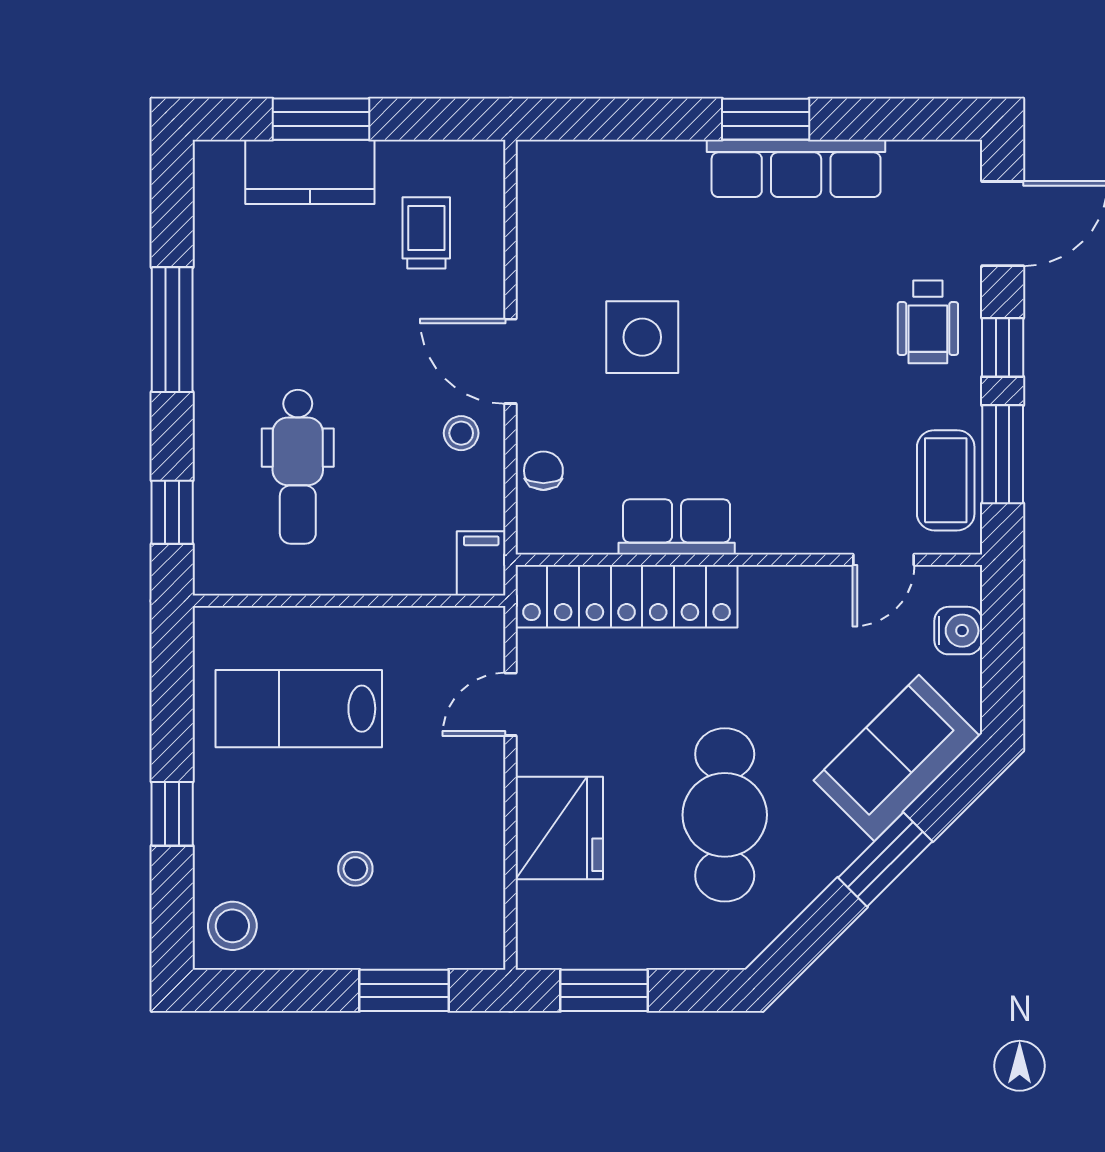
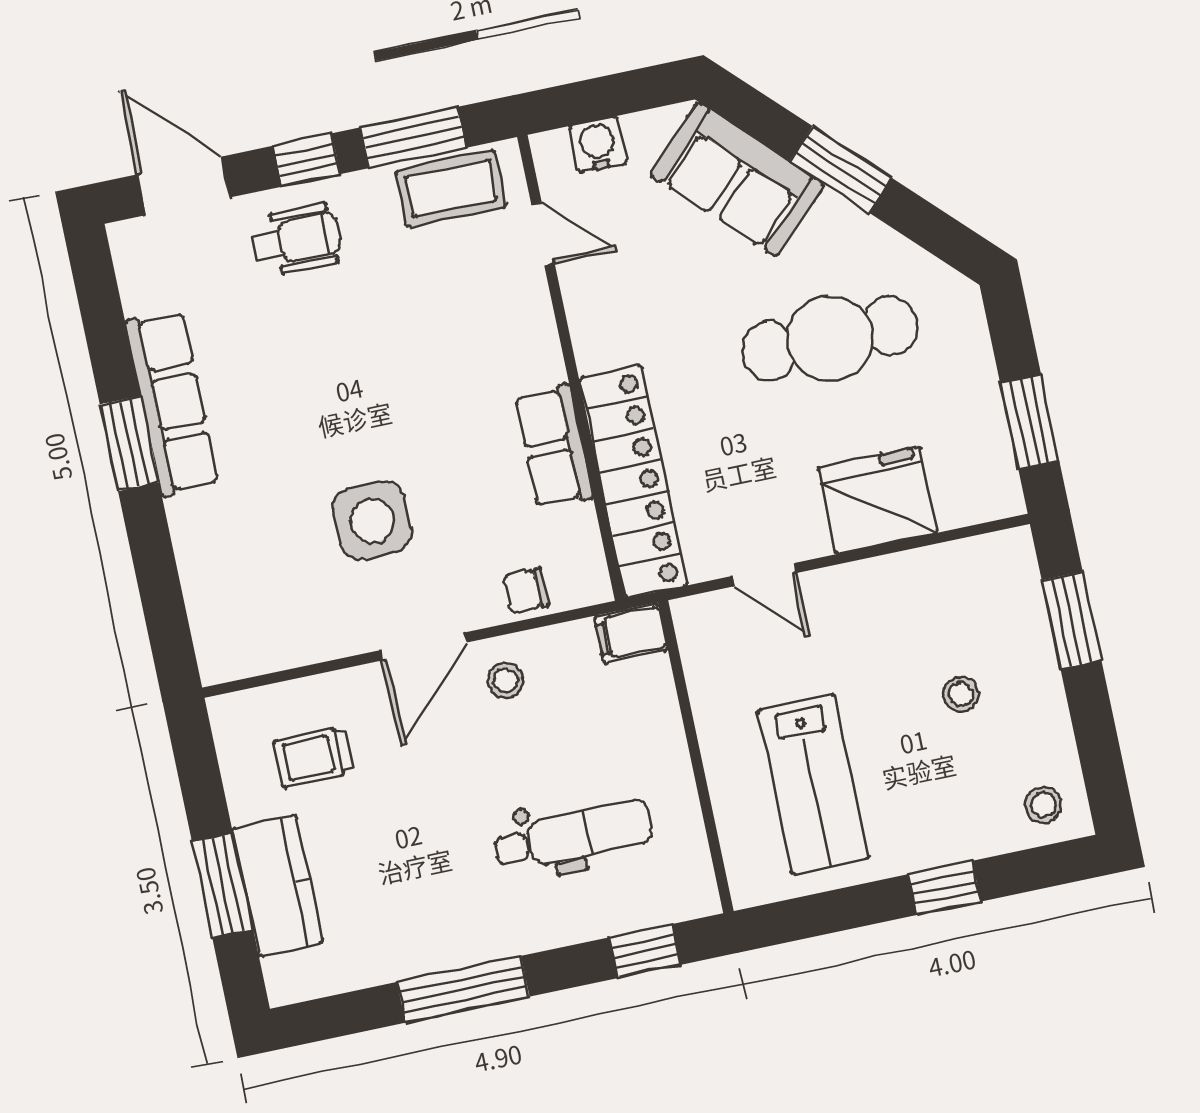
stool: (232, 926) -> (1043, 805), width x0.73, depth x0.73

